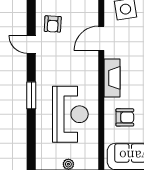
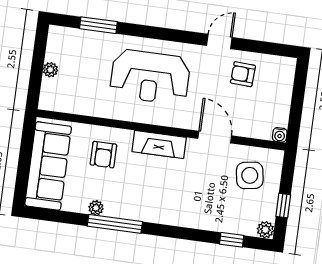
window: (31, 95) -> (98, 25), moved
reception desk: (70, 114) -> (150, 77), moved

